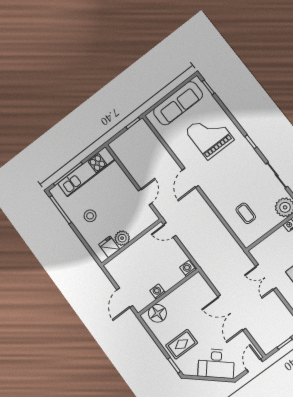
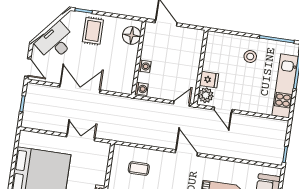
door: (190, 178) -> (186, 153), moved
plant: (122, 238) -> (206, 95), moved
fridge: (109, 247) -> (209, 80), moved
washing machine: (158, 292) -> (145, 66), moved

